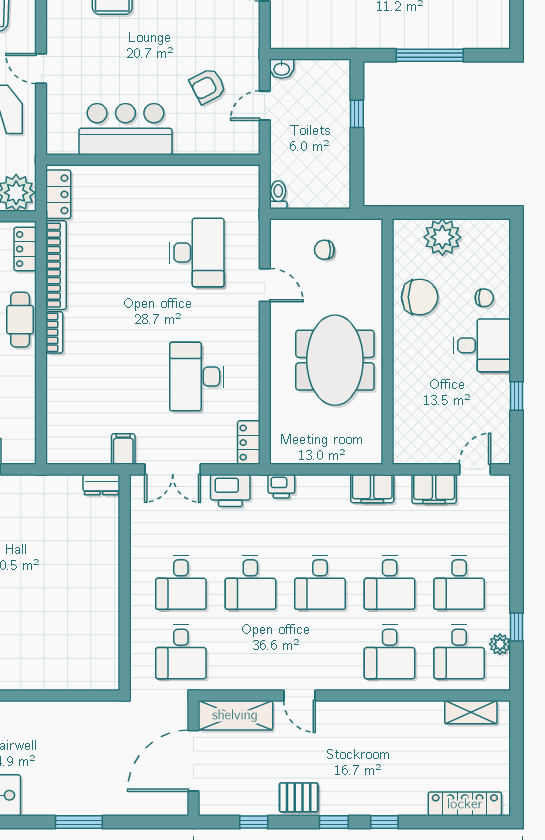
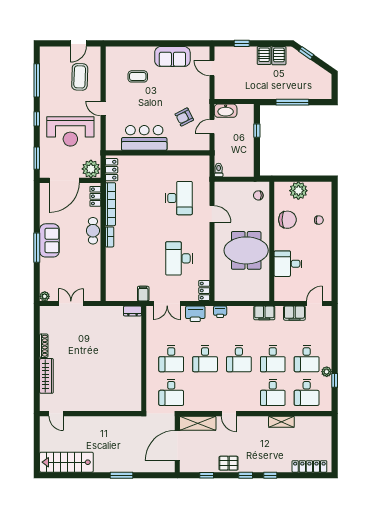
washbasin: (282, 69) -> (226, 111), width x1.91, depth x1.45
chair: (324, 250) -> (258, 195), moved
desk: (482, 345) -> (288, 264), moved, turned 180
meeting table: (335, 360) -> (246, 250), turned 90
window: (517, 396) -> (335, 268), removed
plant: (500, 644) -> (327, 372), moved
shelving: (471, 712) -> (281, 422), moved

